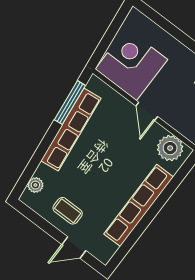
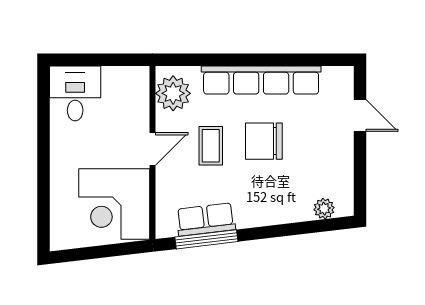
row of seats: (71, 129) -> (206, 219), width x0.50
chair: (102, 180) -> (264, 141), added
coffee table: (68, 211) -> (211, 146), moved

